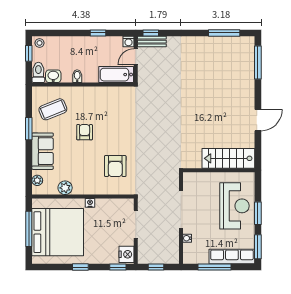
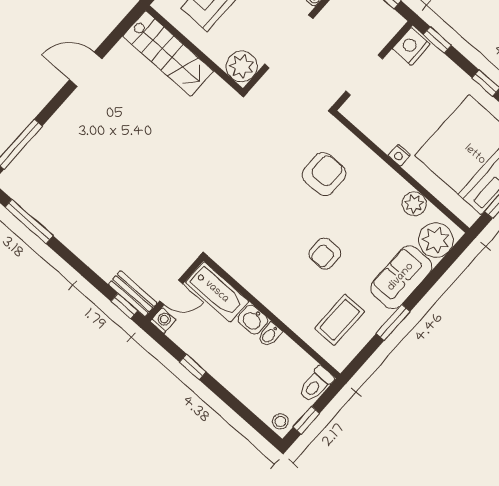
washbasin: (53, 76) -> (253, 320), moved
coffee table: (53, 109) -> (340, 320), turned -68
plant: (37, 180) -> (436, 240), width x1.88, depth x1.88
plant: (192, 181) -> (242, 66), added

